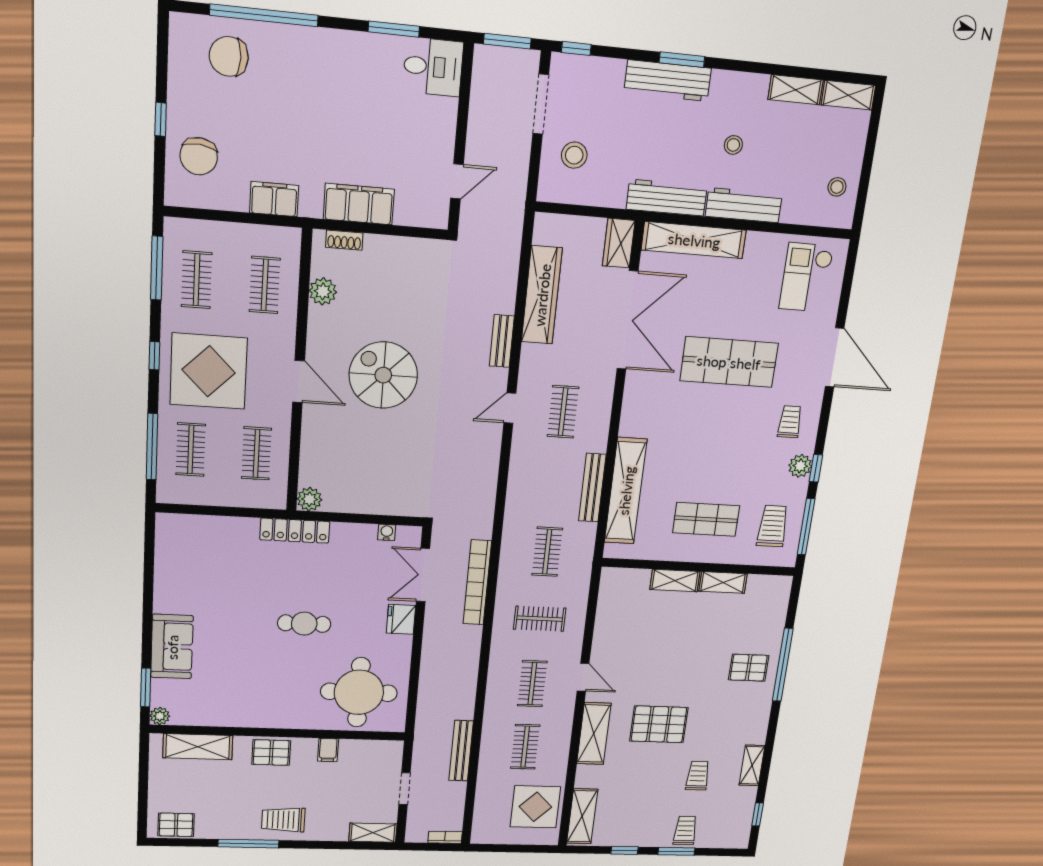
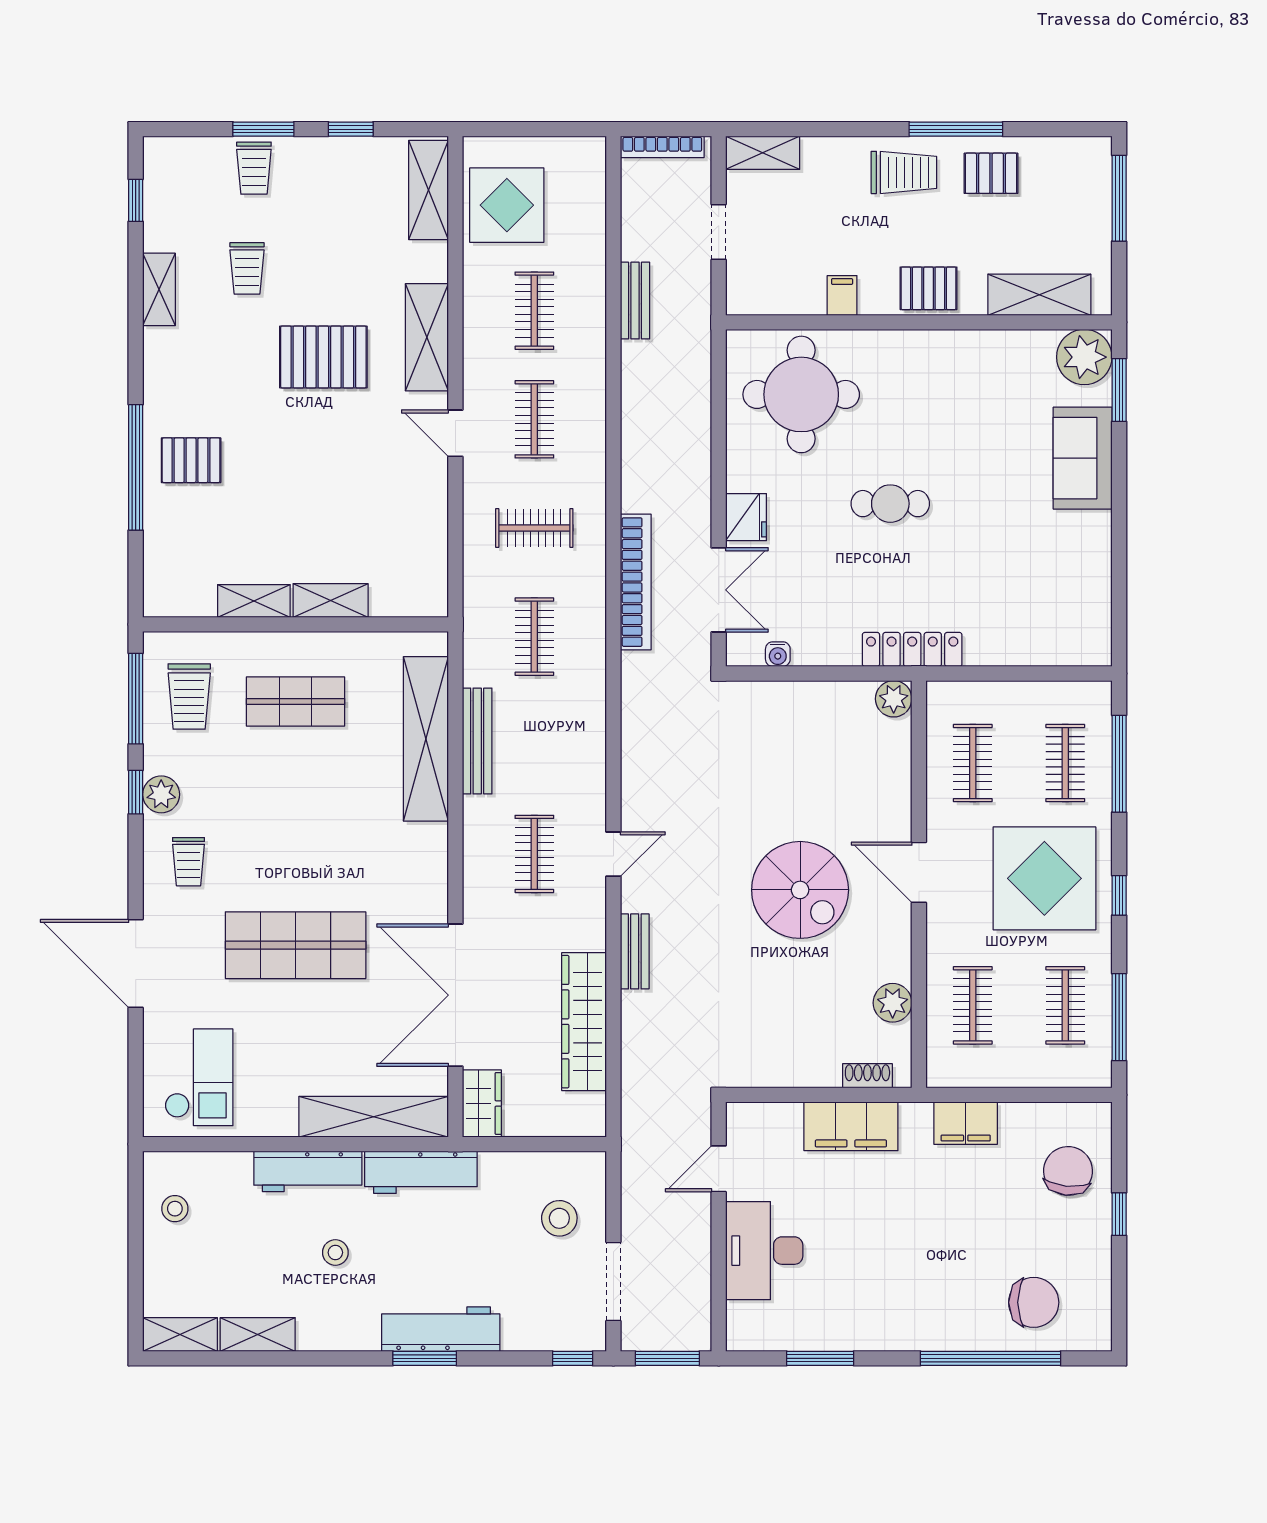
desk: (433, 67) -> (764, 1251), moved, width x1.37
plant: (160, 716) -> (1084, 357), width x1.88, depth x1.88
bench: (461, 751) -> (635, 301), width x0.73
window: (143, 802) -> (1119, 198), added
pallet: (176, 825) -> (991, 173), moved
bookcase: (445, 837) -> (662, 147), width x1.56

